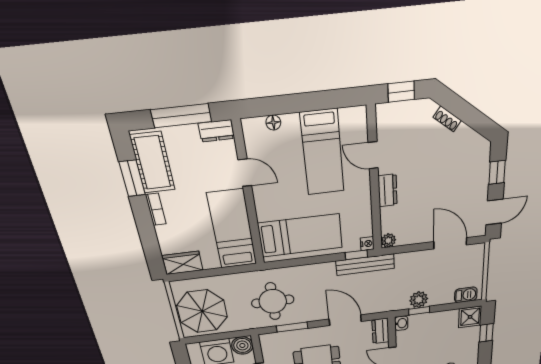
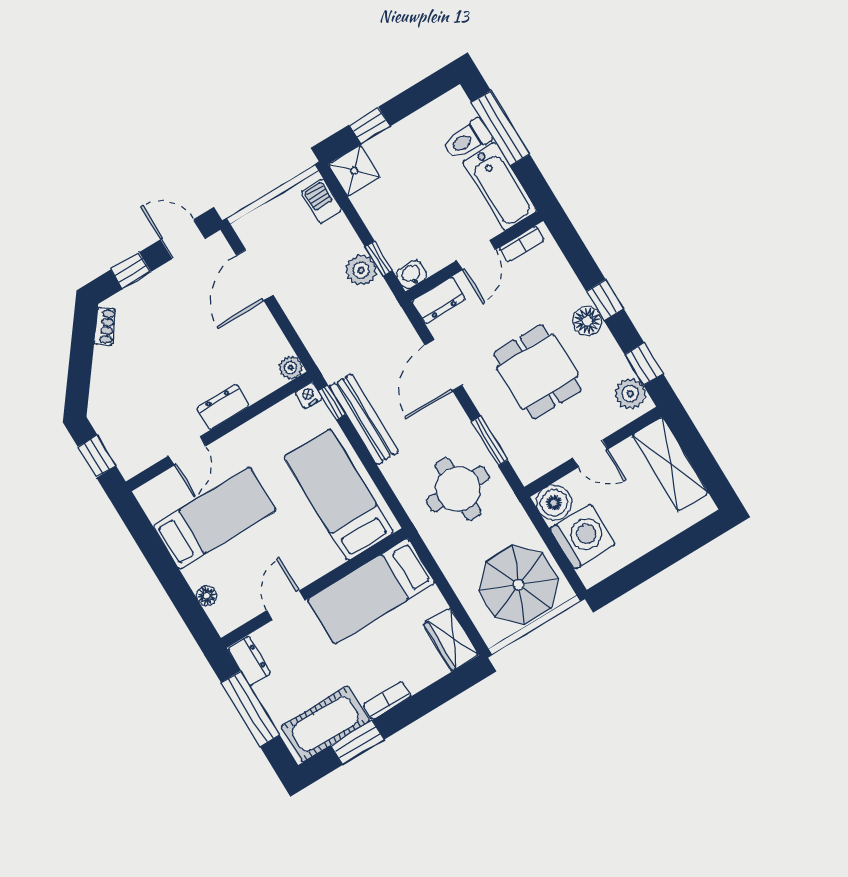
shoe rack: (447, 119) -> (105, 326), moved
bench: (365, 265) -> (364, 419), moved

